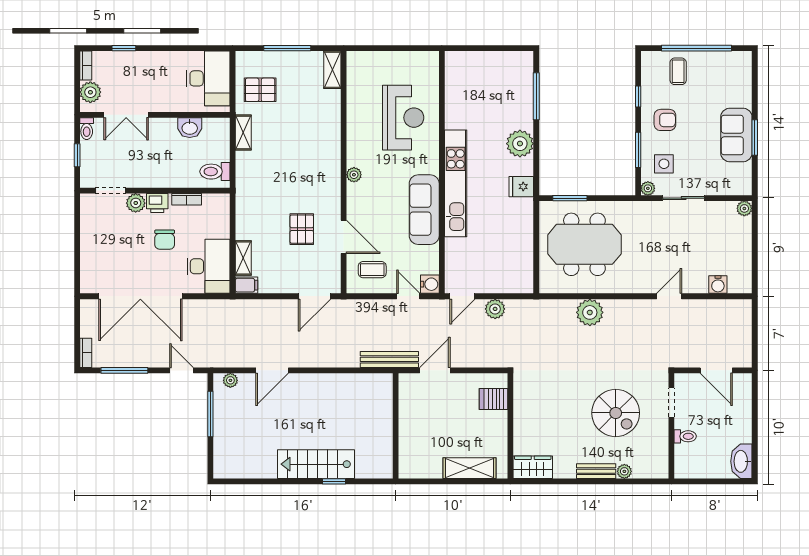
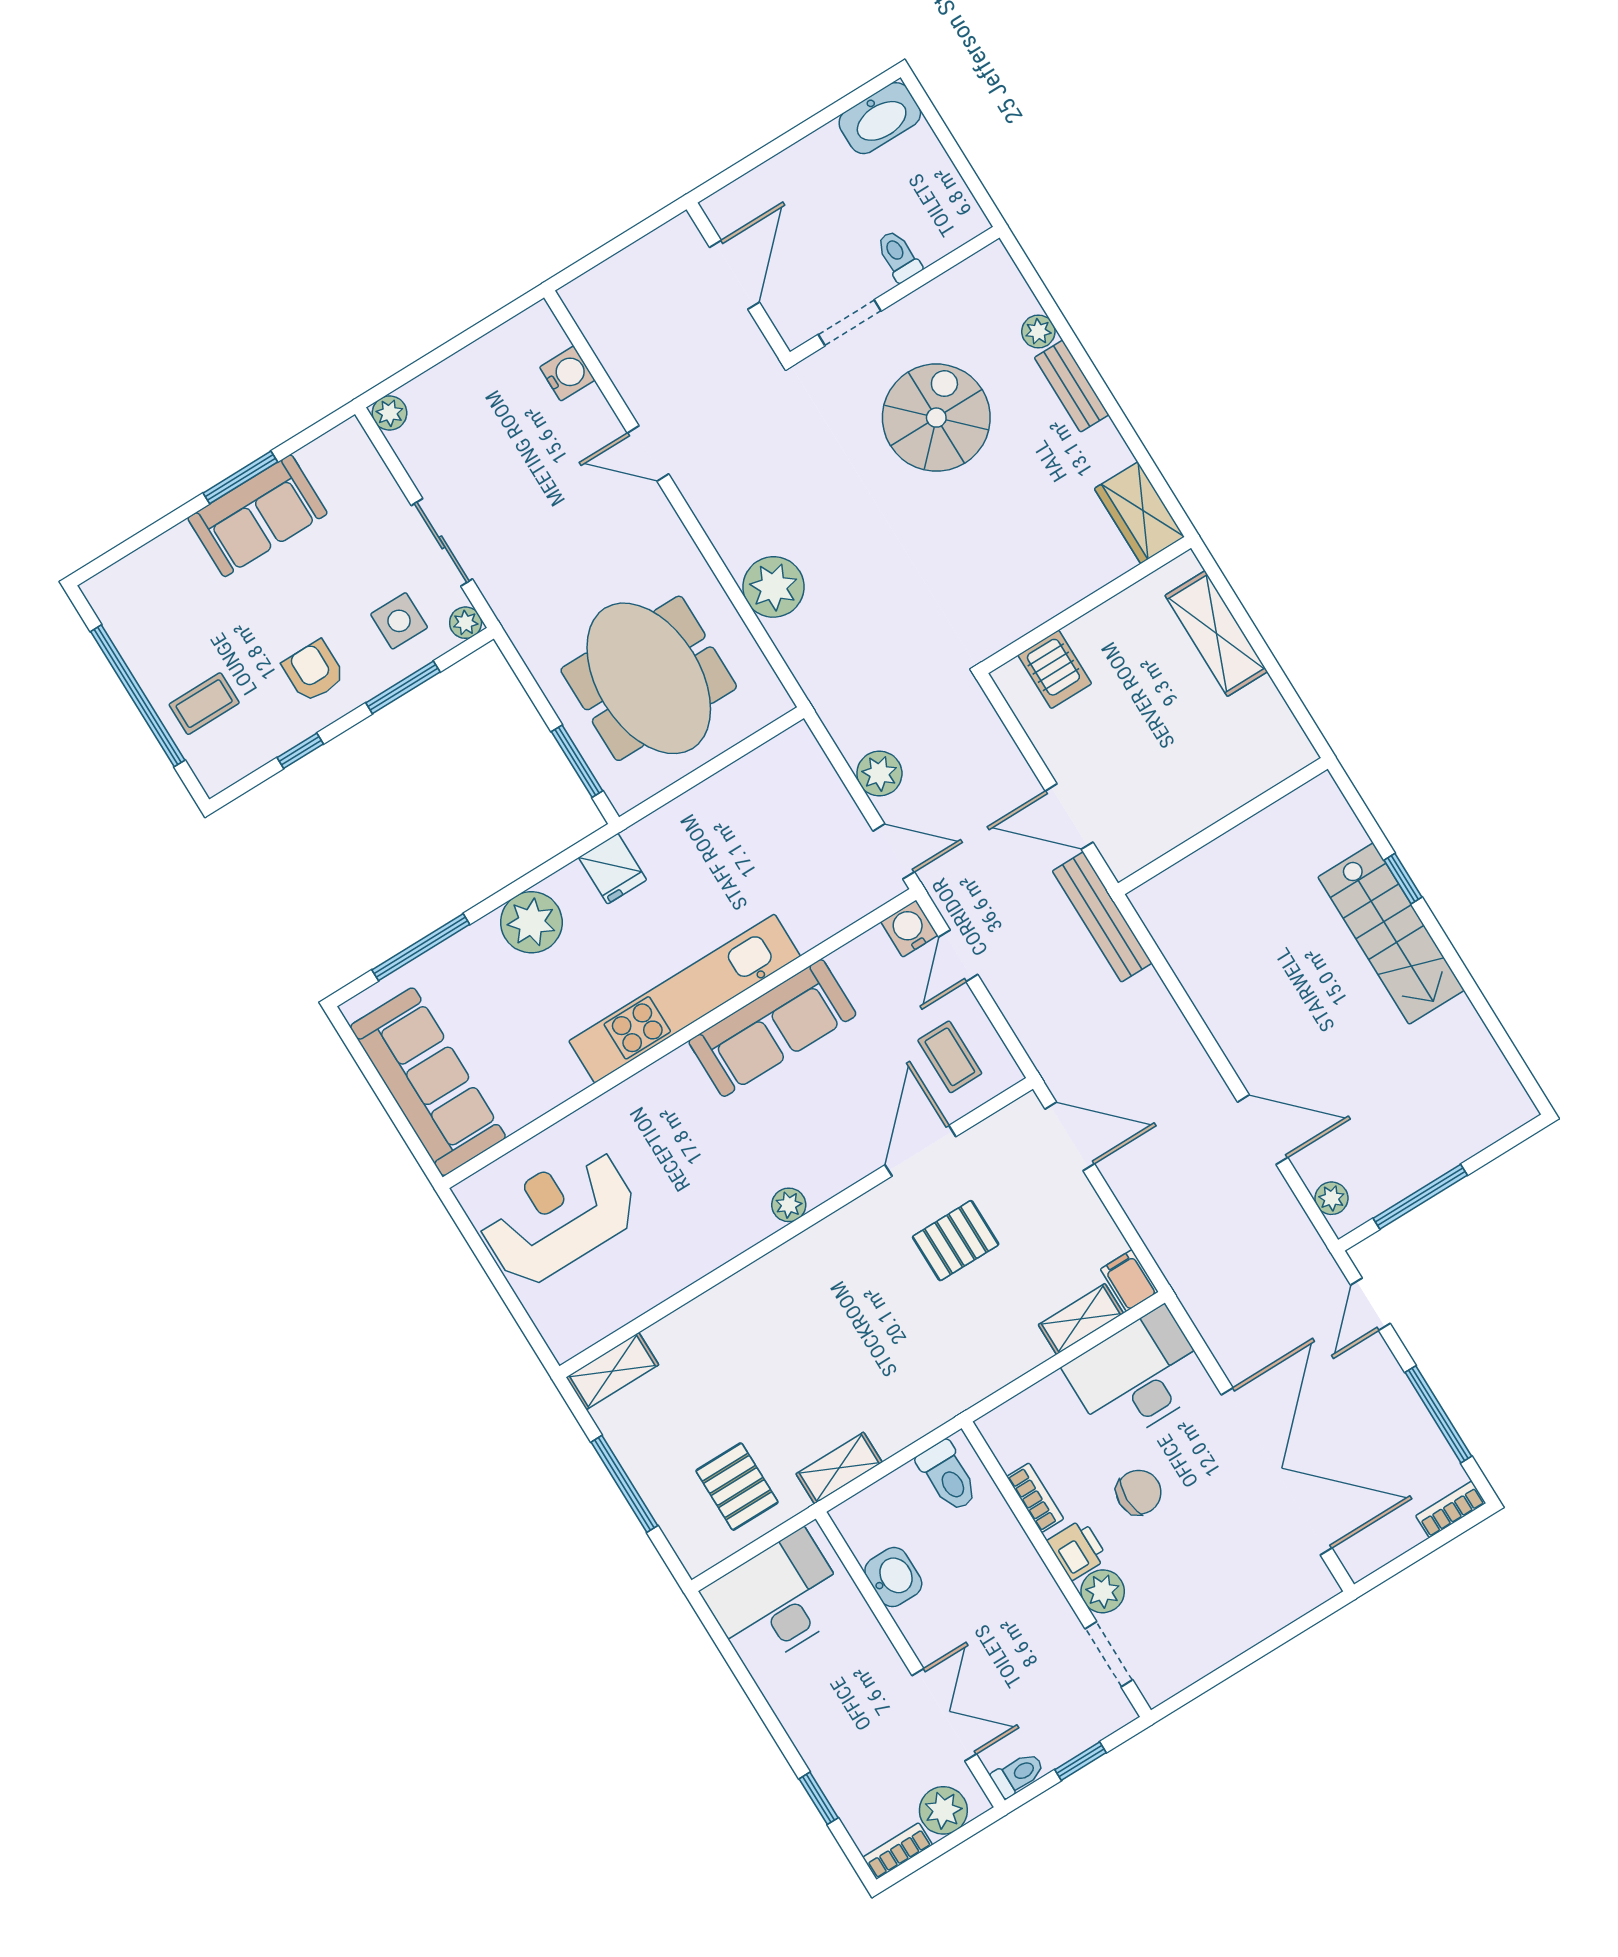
sofa: (484, 68) -> (428, 1082), added
reception desk: (403, 118) -> (558, 1216), moved

